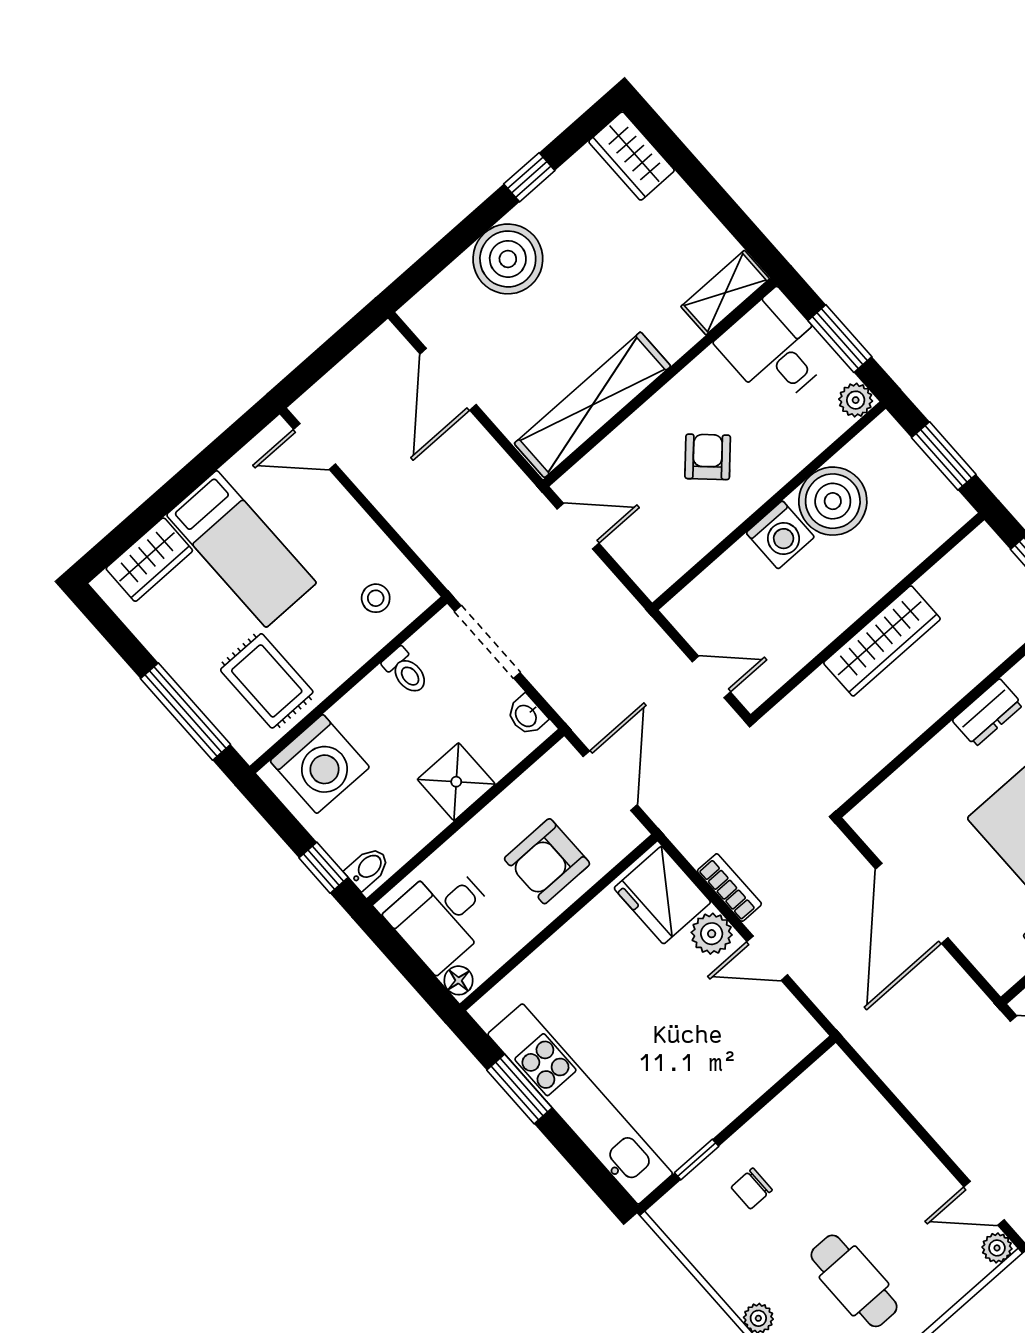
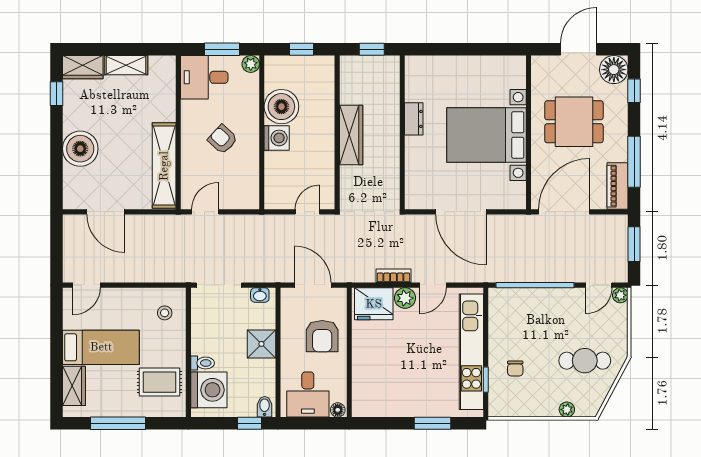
window: (529, 177) -> (56, 94), moved
shelving: (725, 293) -> (126, 65), moved, turned 90
window: (944, 456) -> (302, 49), width x0.67
toilet: (406, 671) -> (203, 363), moved
window: (185, 712) -> (118, 423), moved
window: (519, 1089) -> (433, 423), moved
kitchen unit: (580, 1104) -> (471, 352), moved, turned -90
window: (900, 1109) -> (535, 285), added

